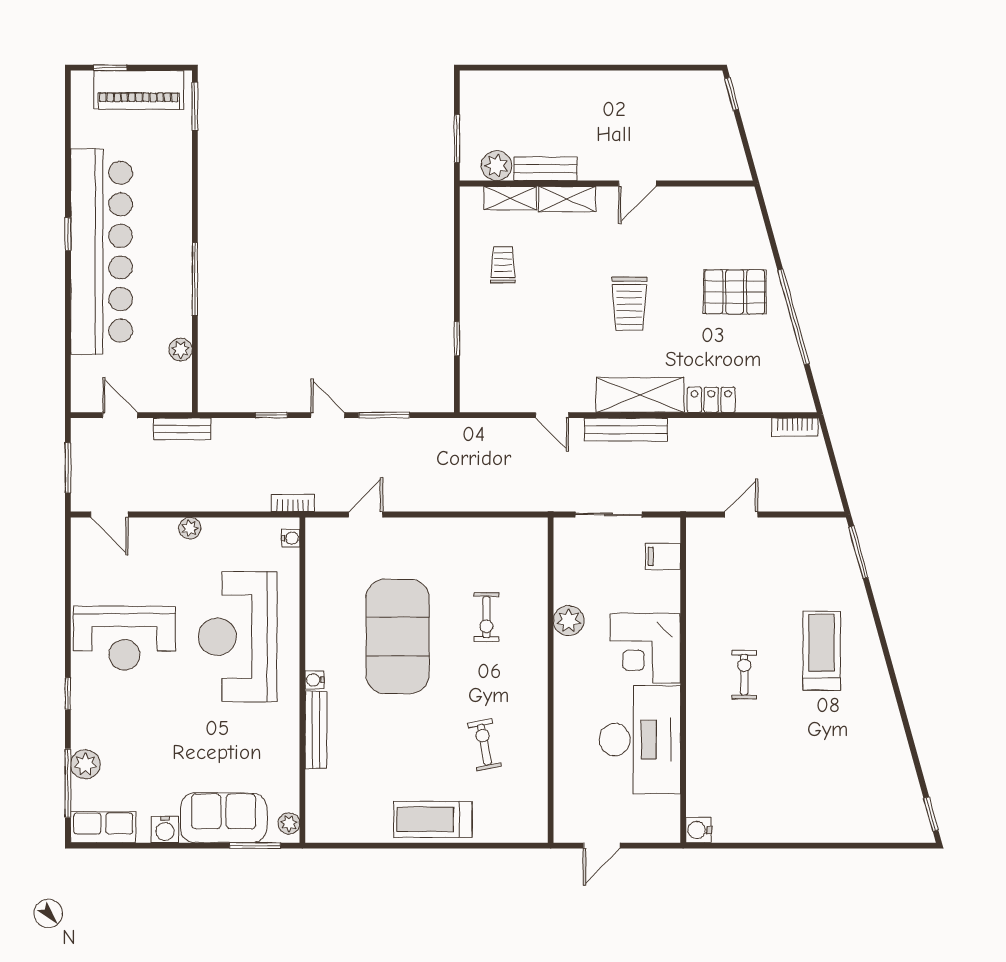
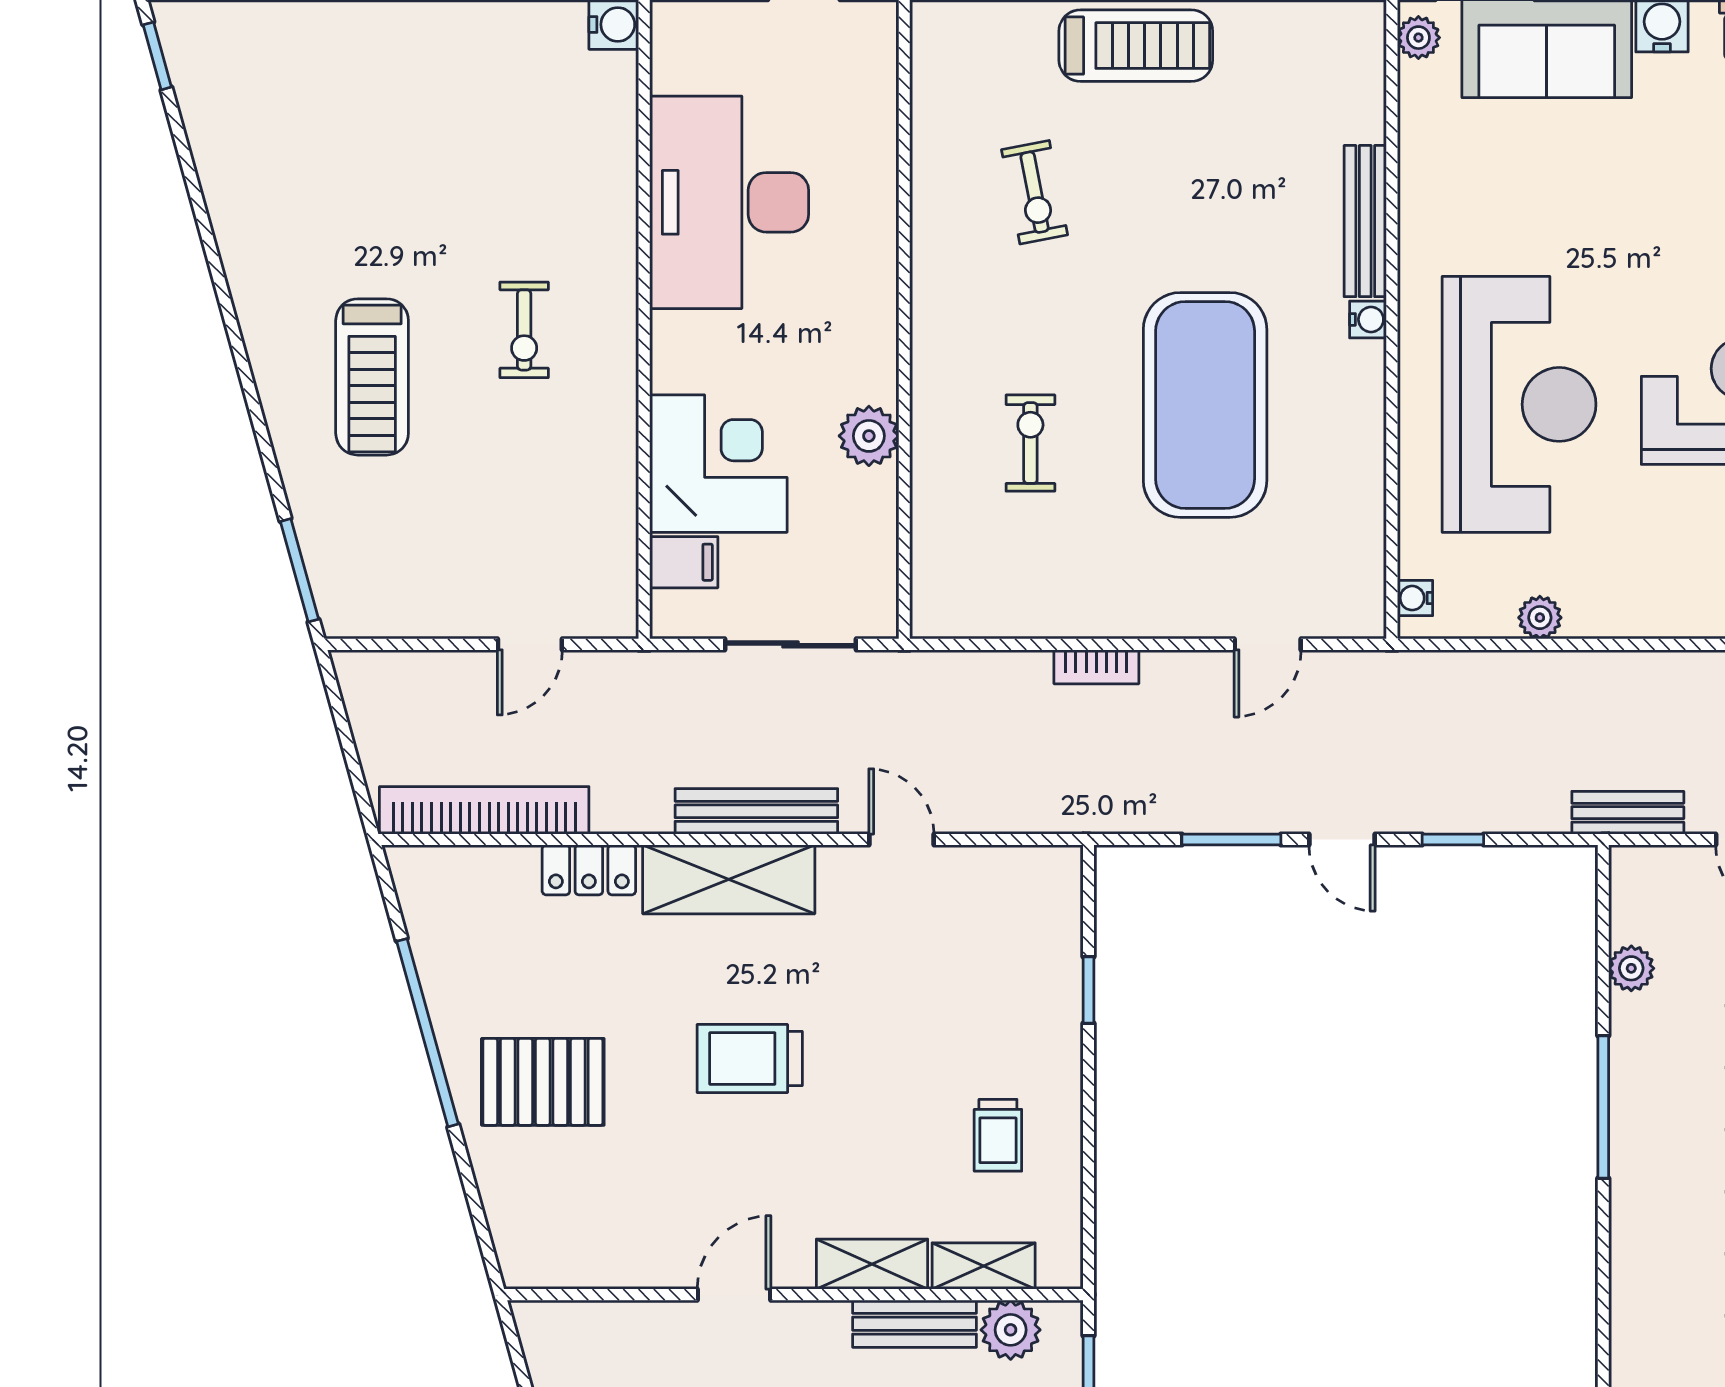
trolley: (629, 304) -> (750, 1058), turned -90
bookcase: (795, 427) -> (484, 810), width x2.31, depth x1.31
bookcase: (293, 503) -> (1096, 667), moved
plant: (190, 528) -> (1540, 618), moved
corner desk: (645, 648) -> (718, 464), moved

